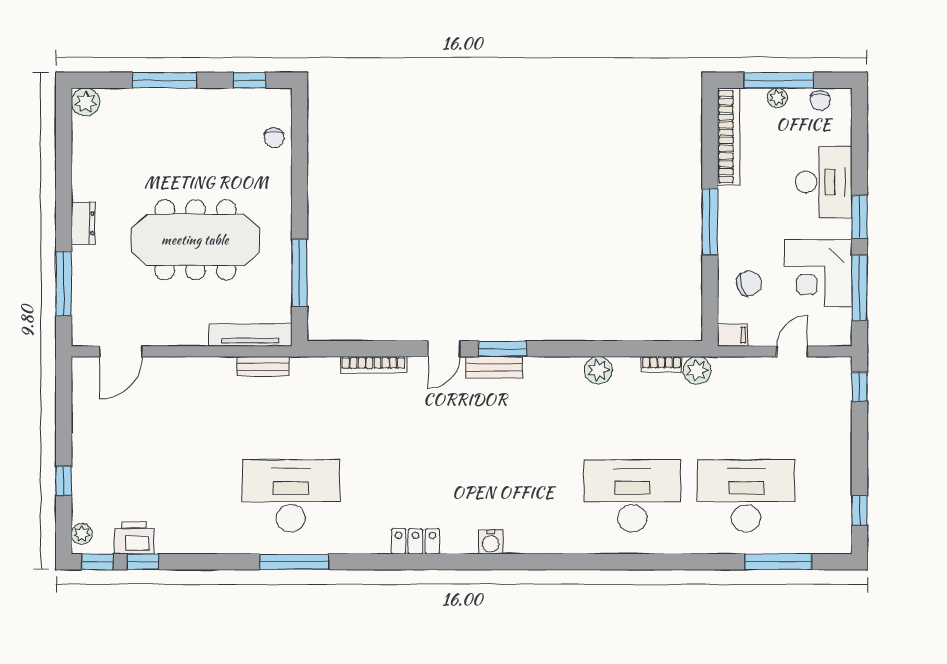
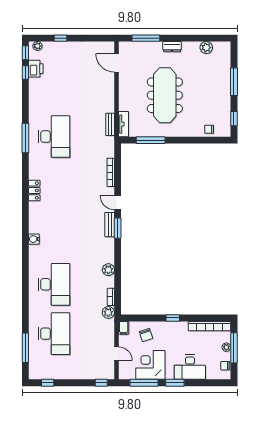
plant: (85, 102) -> (206, 48), moved
window: (710, 222) -> (173, 318), width x0.46
tv unit: (250, 335) -> (124, 124), width x0.71
water cooler: (491, 542) -> (34, 239), moved

